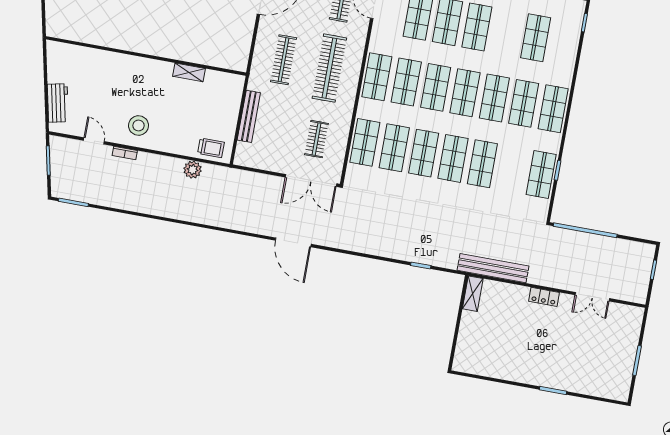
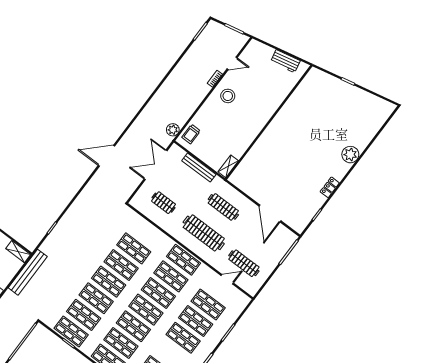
shelving: (189, 72) -> (228, 166), moved
workbench: (58, 103) -> (285, 61), moved
shop shelf: (365, 142) -> (84, 315), moved
plant: (193, 170) -> (173, 130), moved
double door: (311, 180) -> (156, 165), moved

